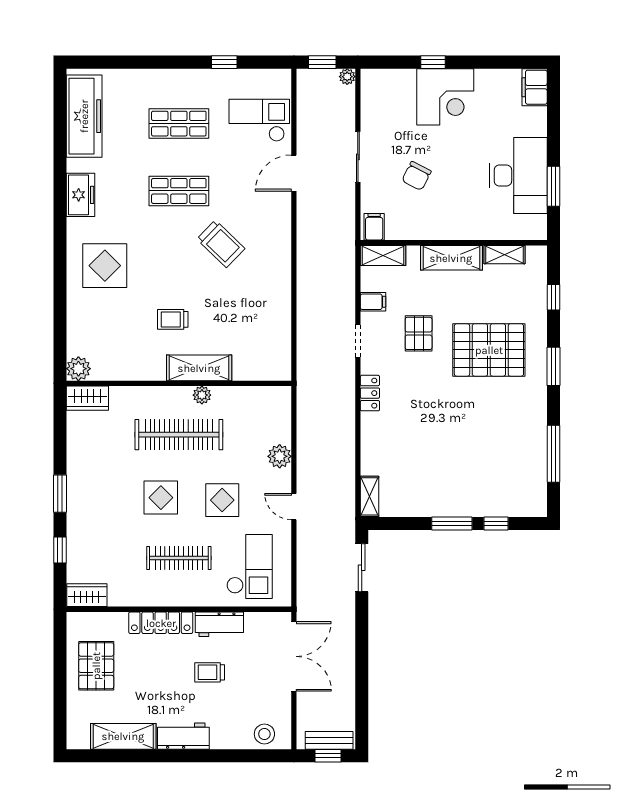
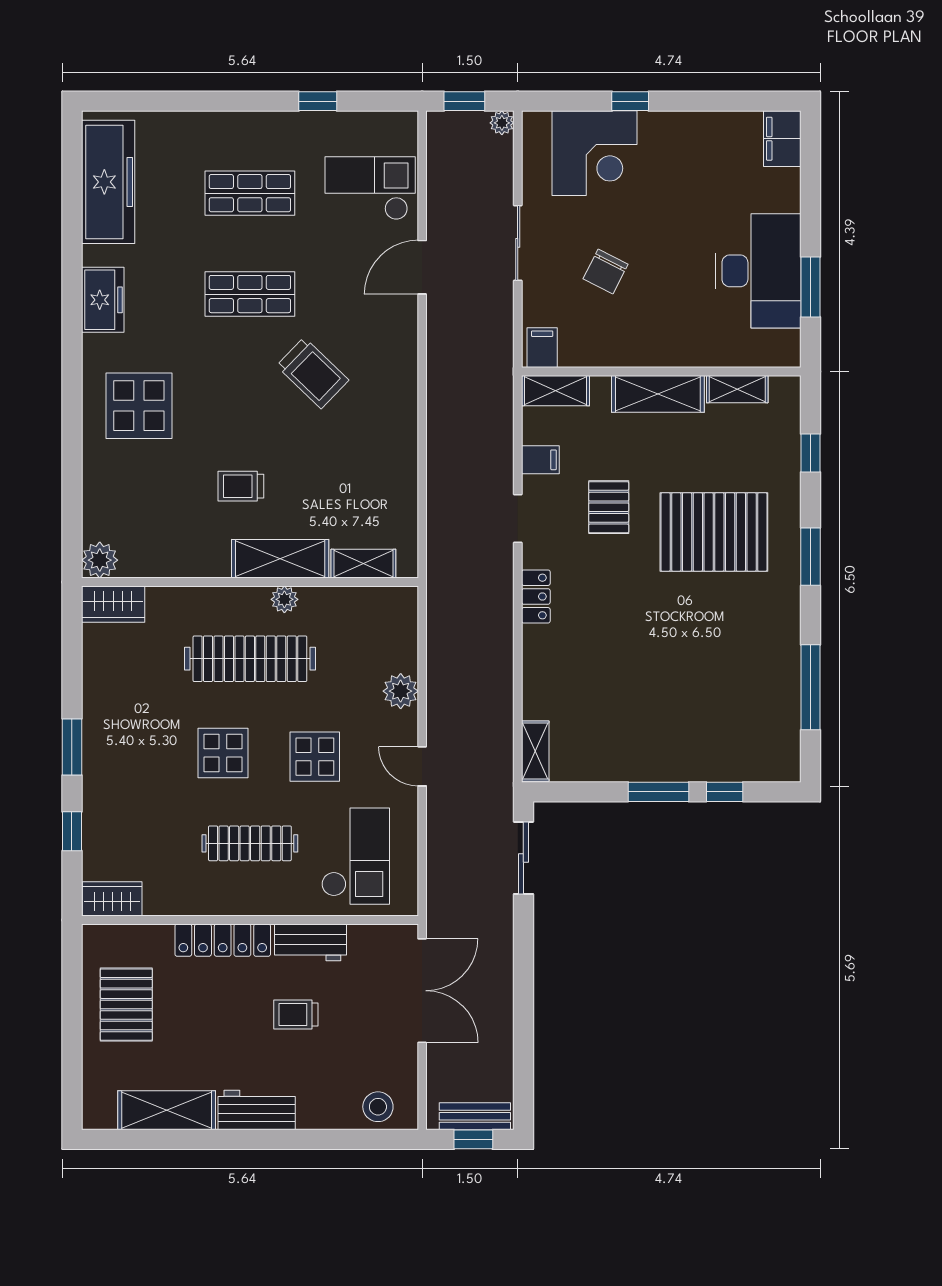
corner desk: (445, 97) -> (595, 153), moved
shelving: (255, 371) -> (363, 564), added

